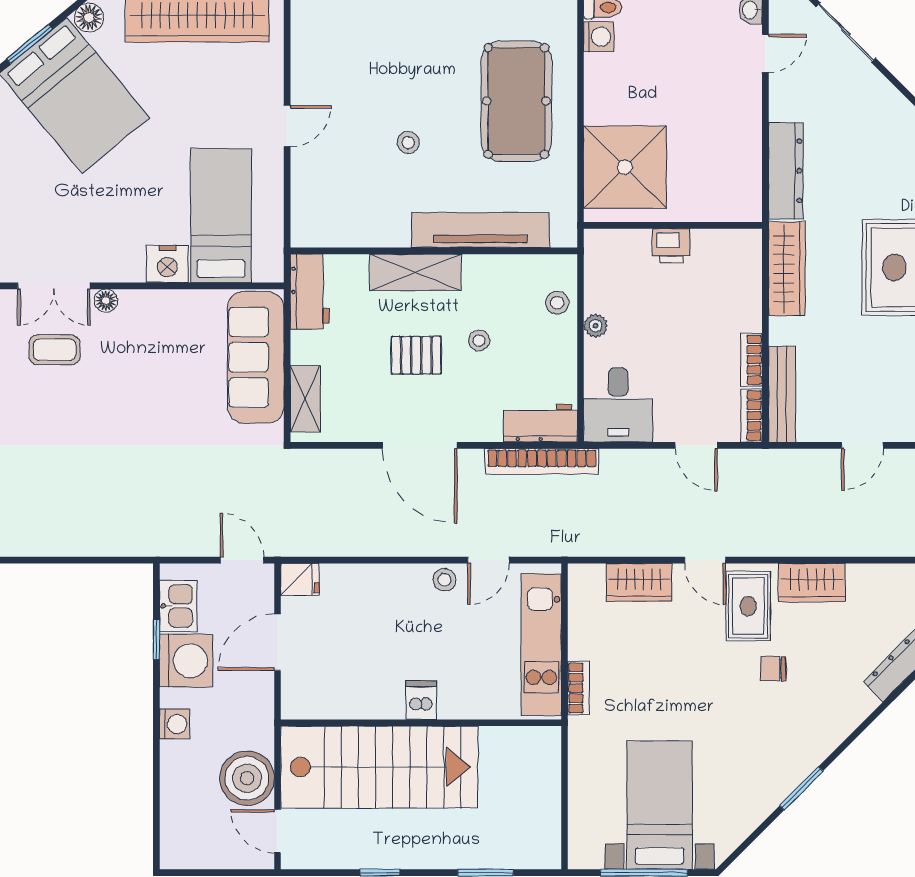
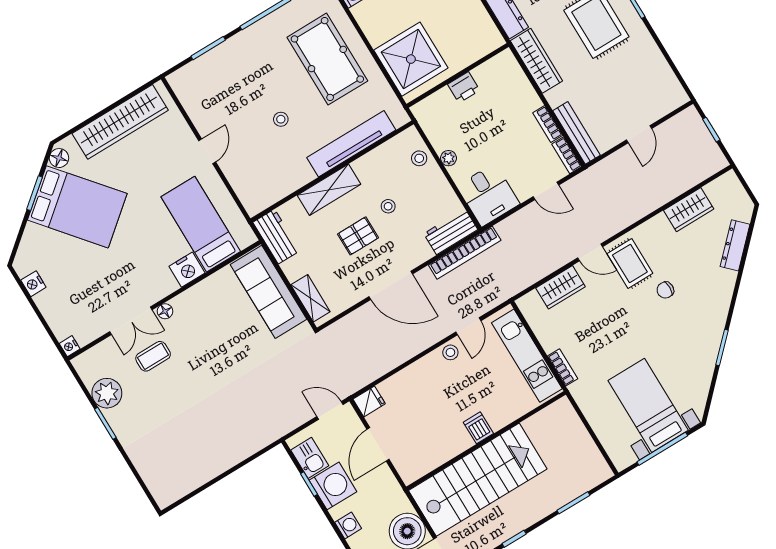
wardrobe: (812, 583) -> (689, 210), moved

